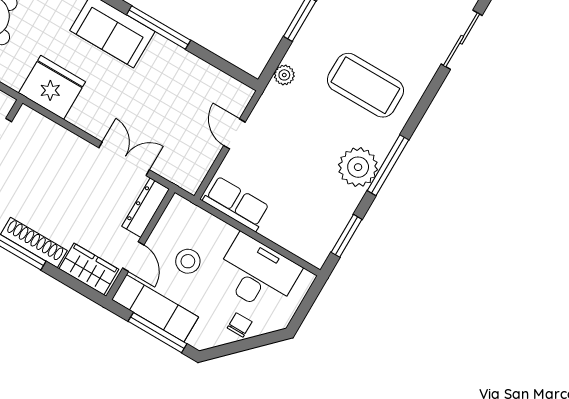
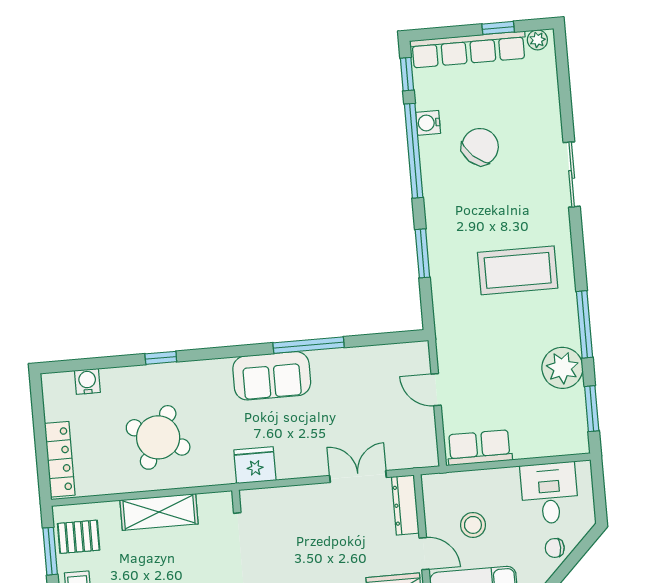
plant: (284, 75) -> (443, 310), removed
fridge: (52, 87) -> (255, 465), width x0.73, depth x0.75
plant: (358, 167) -> (562, 368), moved
desk: (257, 274) -> (549, 493), width x0.73
chair: (240, 325) -> (555, 548), turned -90

